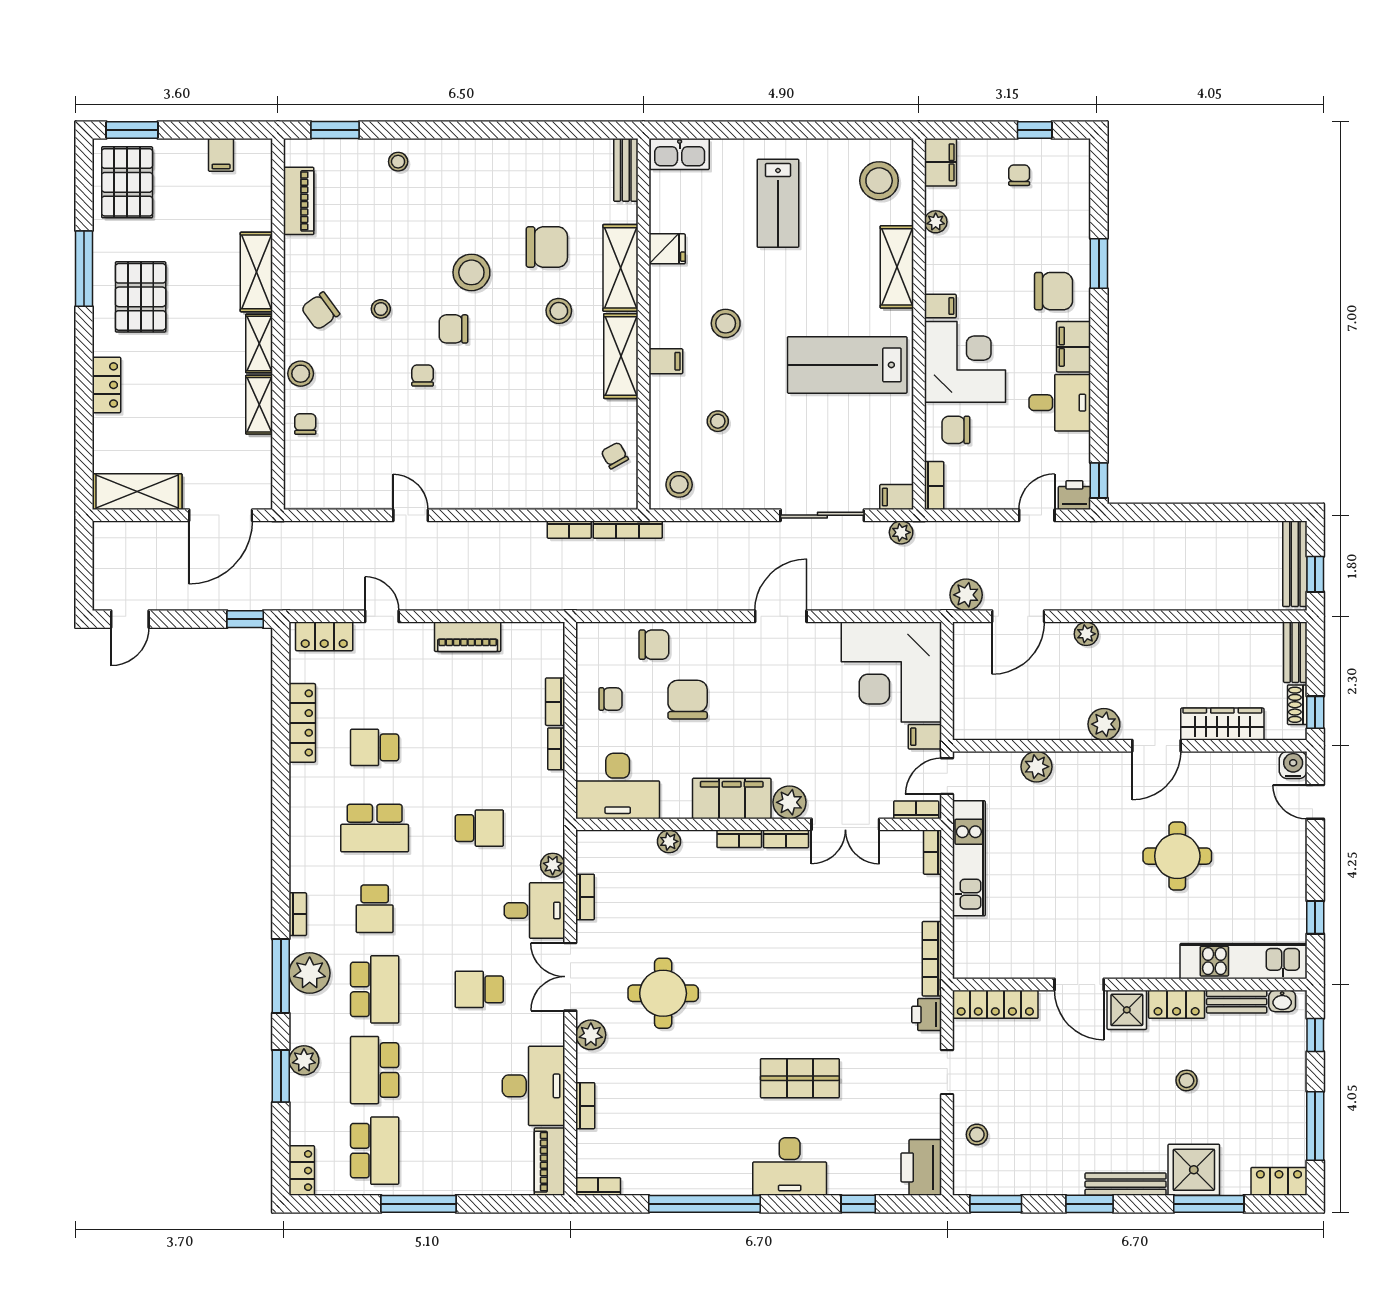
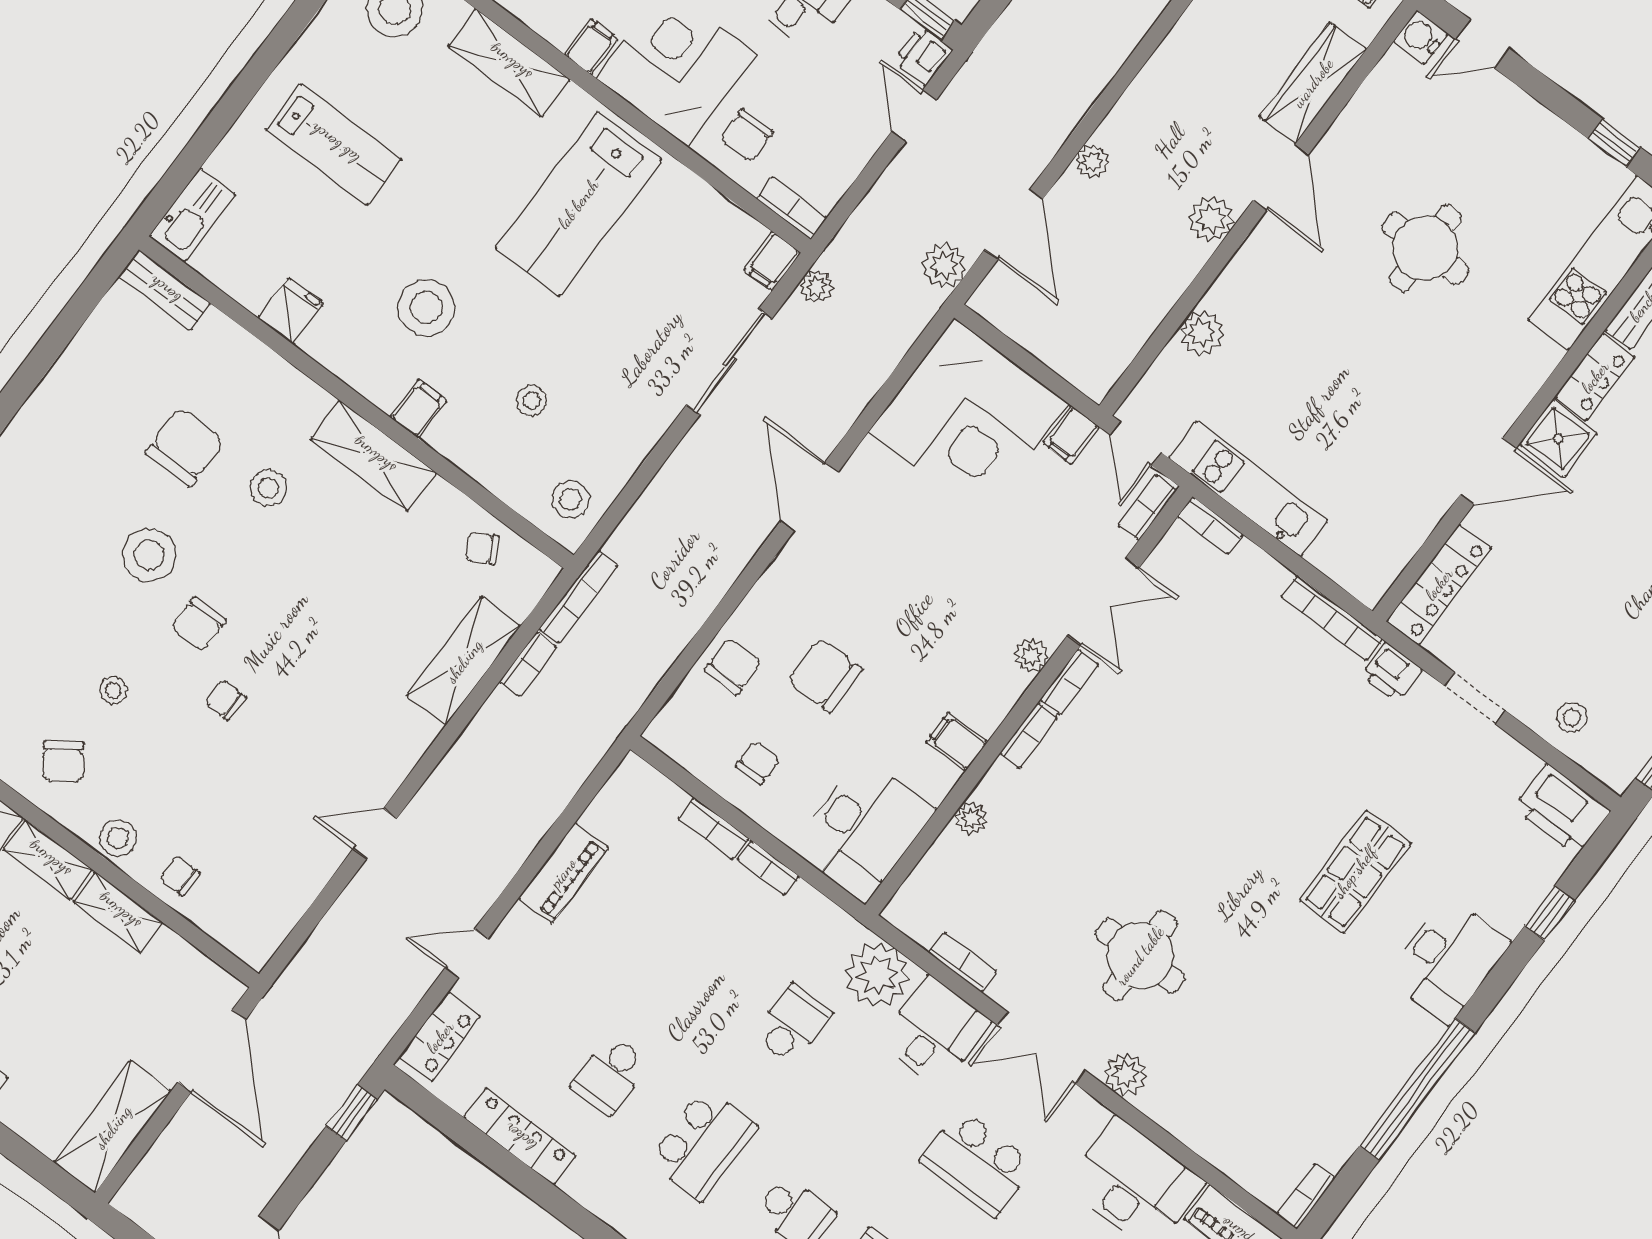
shelving: (620, 268) -> (464, 661), moved, turned 90
stool: (726, 323) -> (426, 308), width x1.38, depth x1.38
filing cabinet: (732, 798) -> (957, 742), width x0.33, depth x0.86
plant: (790, 802) -> (1031, 655), width x0.73, depth x0.73
plant: (553, 865) -> (877, 975), width x1.88, depth x1.88
school desk: (479, 989) -> (977, 1163), width x1.85
bookcase: (585, 1106) -> (1202, 1142), removed

